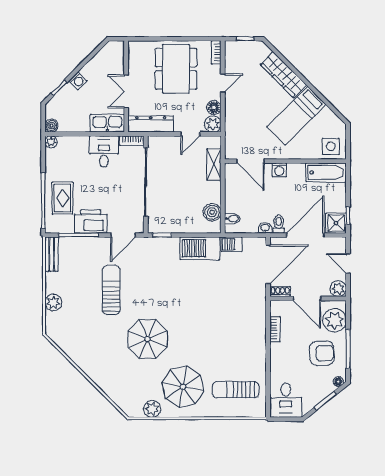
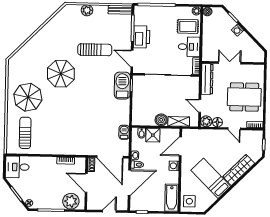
kitchen sink: (107, 123) -> (208, 50), removed
rug: (63, 198) -> (188, 26), moved
boiler: (212, 212) -> (161, 120), moved
shower: (336, 223) -> (153, 135), moved
door: (305, 235) -> (129, 183), hinge flipped
barbecue: (200, 248) -> (122, 86), moved
plant: (338, 289) -> (92, 204), removed
door: (307, 298) -> (86, 183), hinge flipped
armchair: (322, 353) -> (49, 192), removed
plant: (152, 409) -> (13, 76), removed

